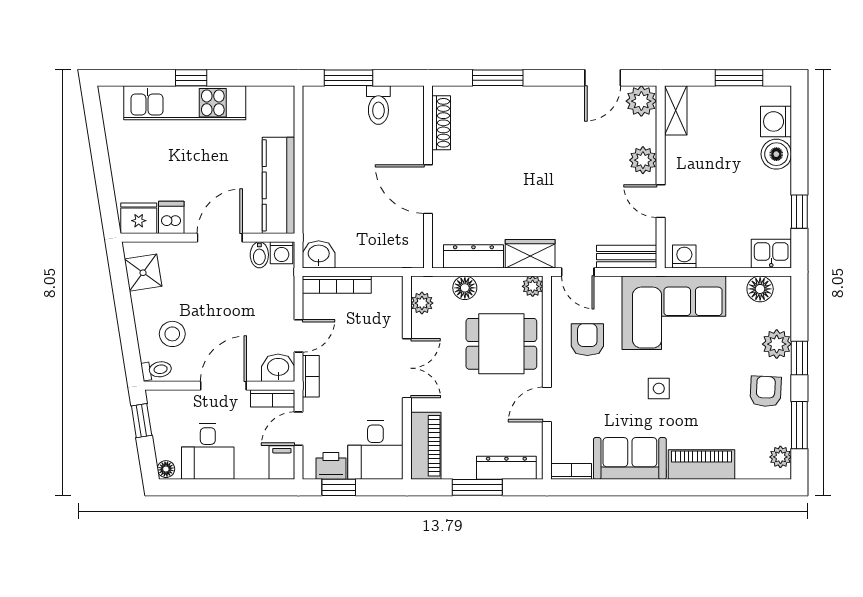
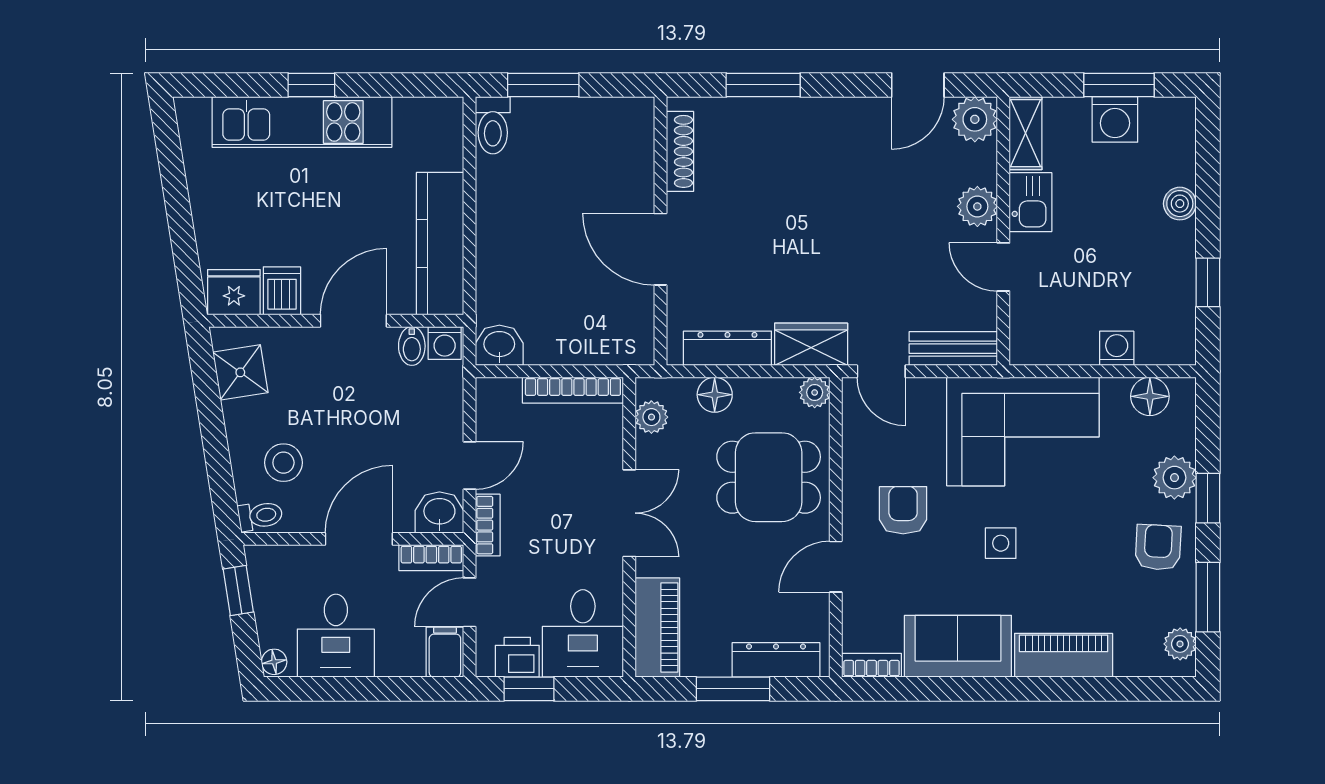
toilet: (378, 105) -> (493, 125), moved
washing machine: (776, 121) -> (1115, 119), moved, turned -90
boiler: (776, 154) -> (1180, 204), width x0.73, depth x0.73
kitchen sink: (771, 254) -> (1030, 202), moved, turned 90
washing machine: (684, 256) -> (1117, 348), moved
bookcase: (337, 285) -> (573, 390), moved
armchair: (587, 340) -> (903, 510), moved

